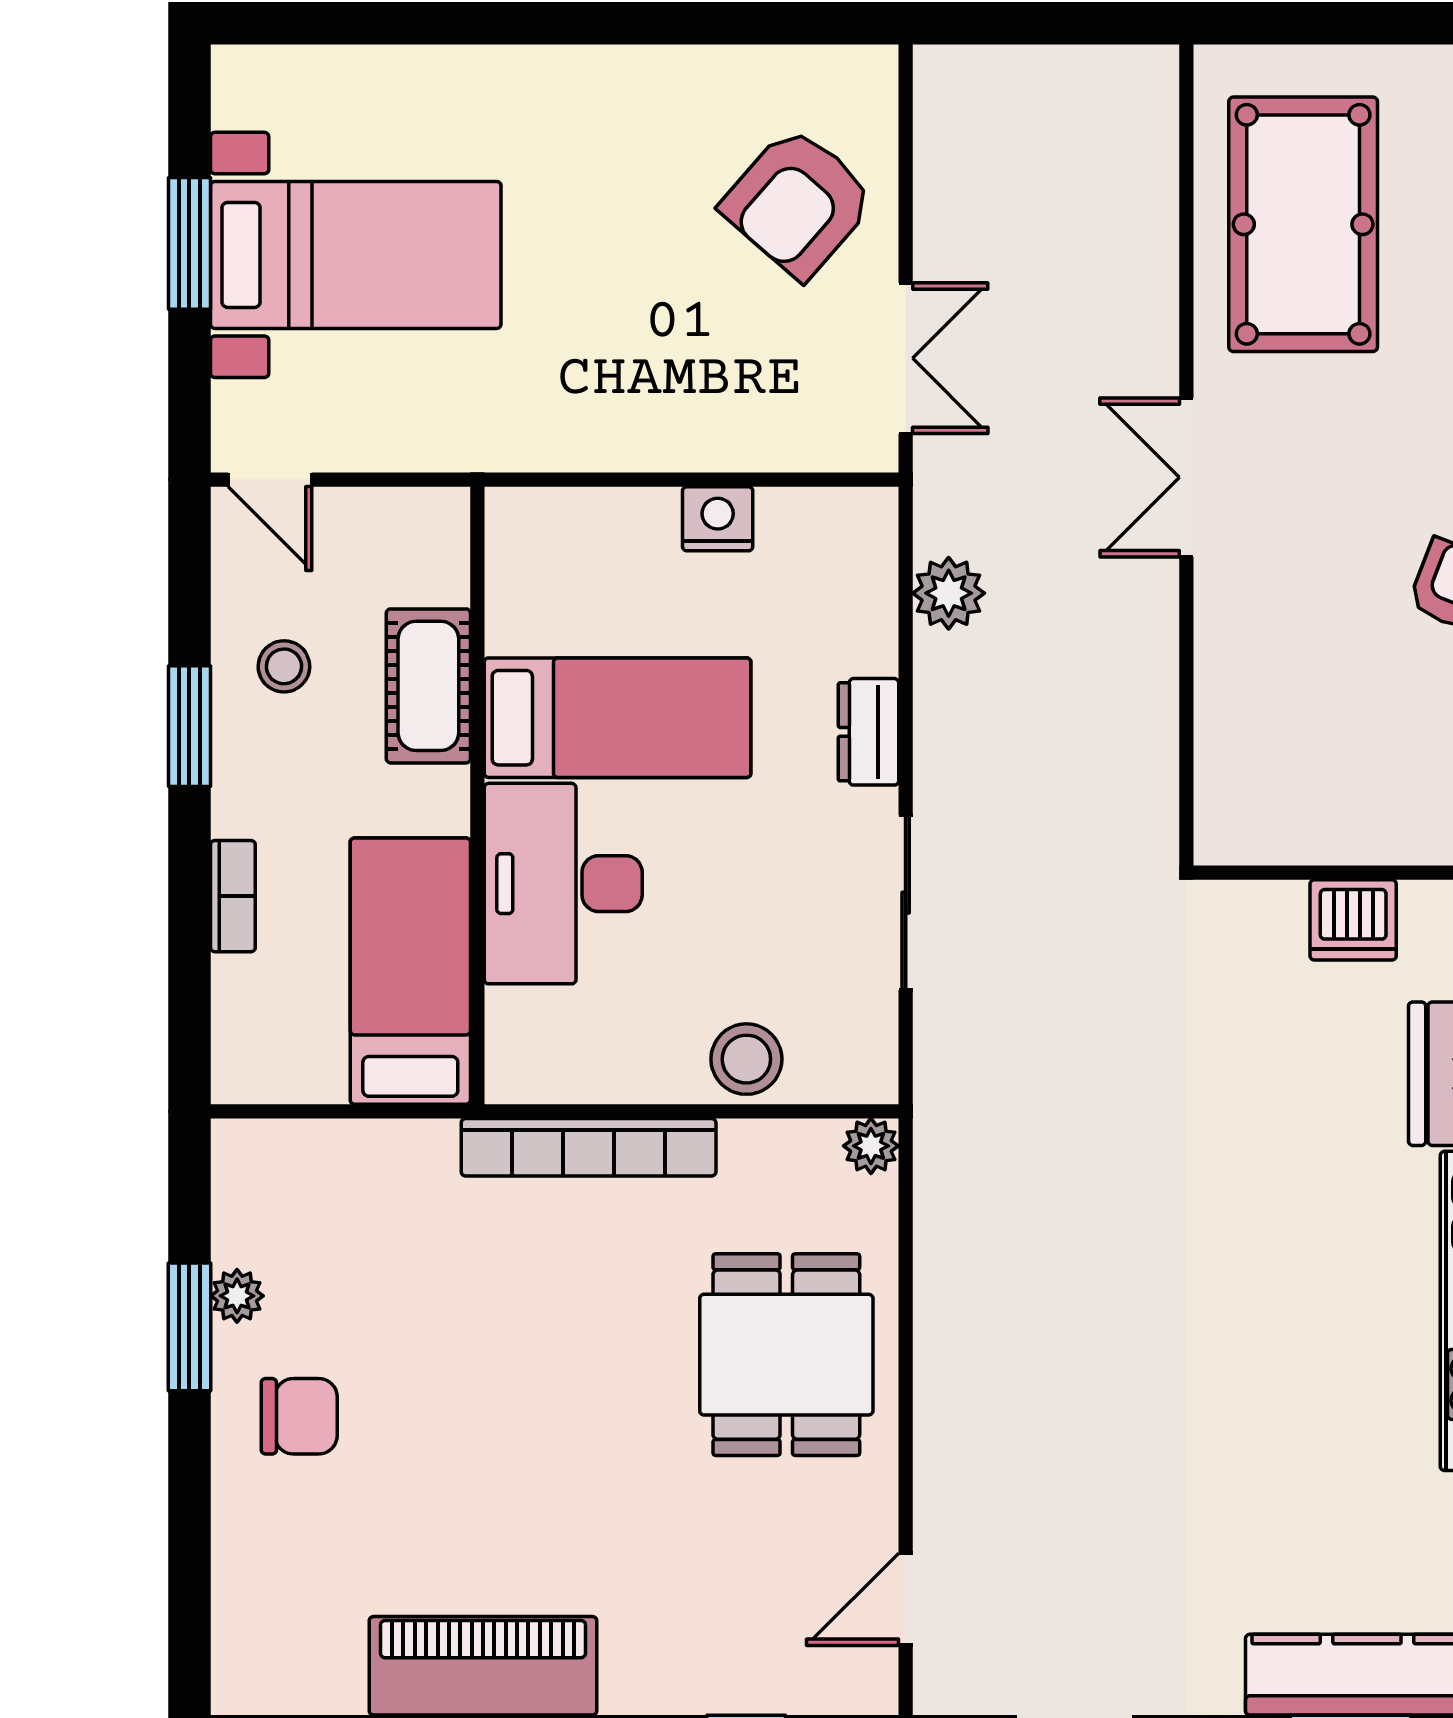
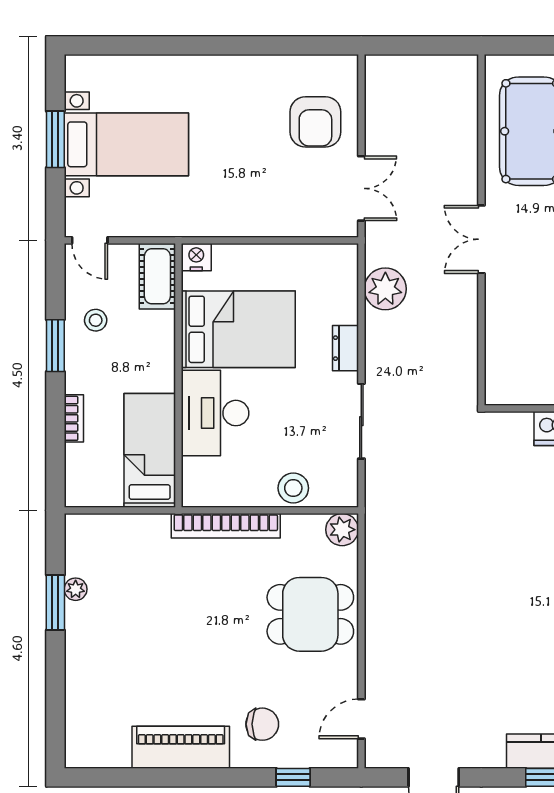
armchair: (798, 202) -> (315, 122), turned -41
nightstand: (718, 519) -> (196, 257), moved
plant: (949, 593) -> (385, 289), width x1.36, depth x1.36
cot: (428, 686) -> (157, 276), moved
bed: (618, 718) -> (238, 329), width x1.50
plant: (871, 1146) -> (342, 530), width x1.38, depth x1.38
dining table: (786, 1355) -> (310, 614), turned 90
chair: (299, 1416) -> (262, 724), moved

